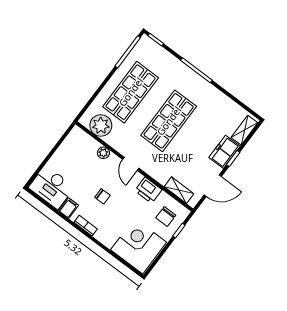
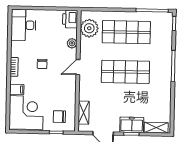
printer: (148, 190) -> (70, 19), moved
filing cabinet: (69, 208) -> (17, 89), moved

